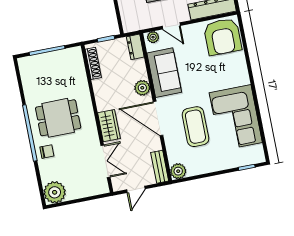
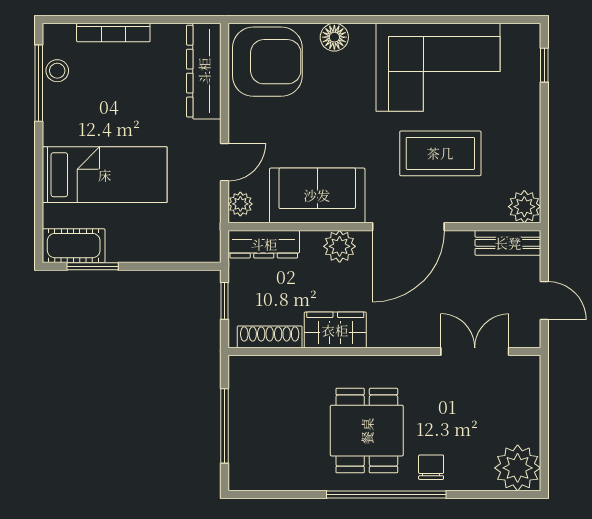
dresser: (135, 47) -> (264, 244), width x1.44
floor lamp: (240, 66) -> (334, 37), added
wardrobe: (109, 126) -> (335, 330), moved

